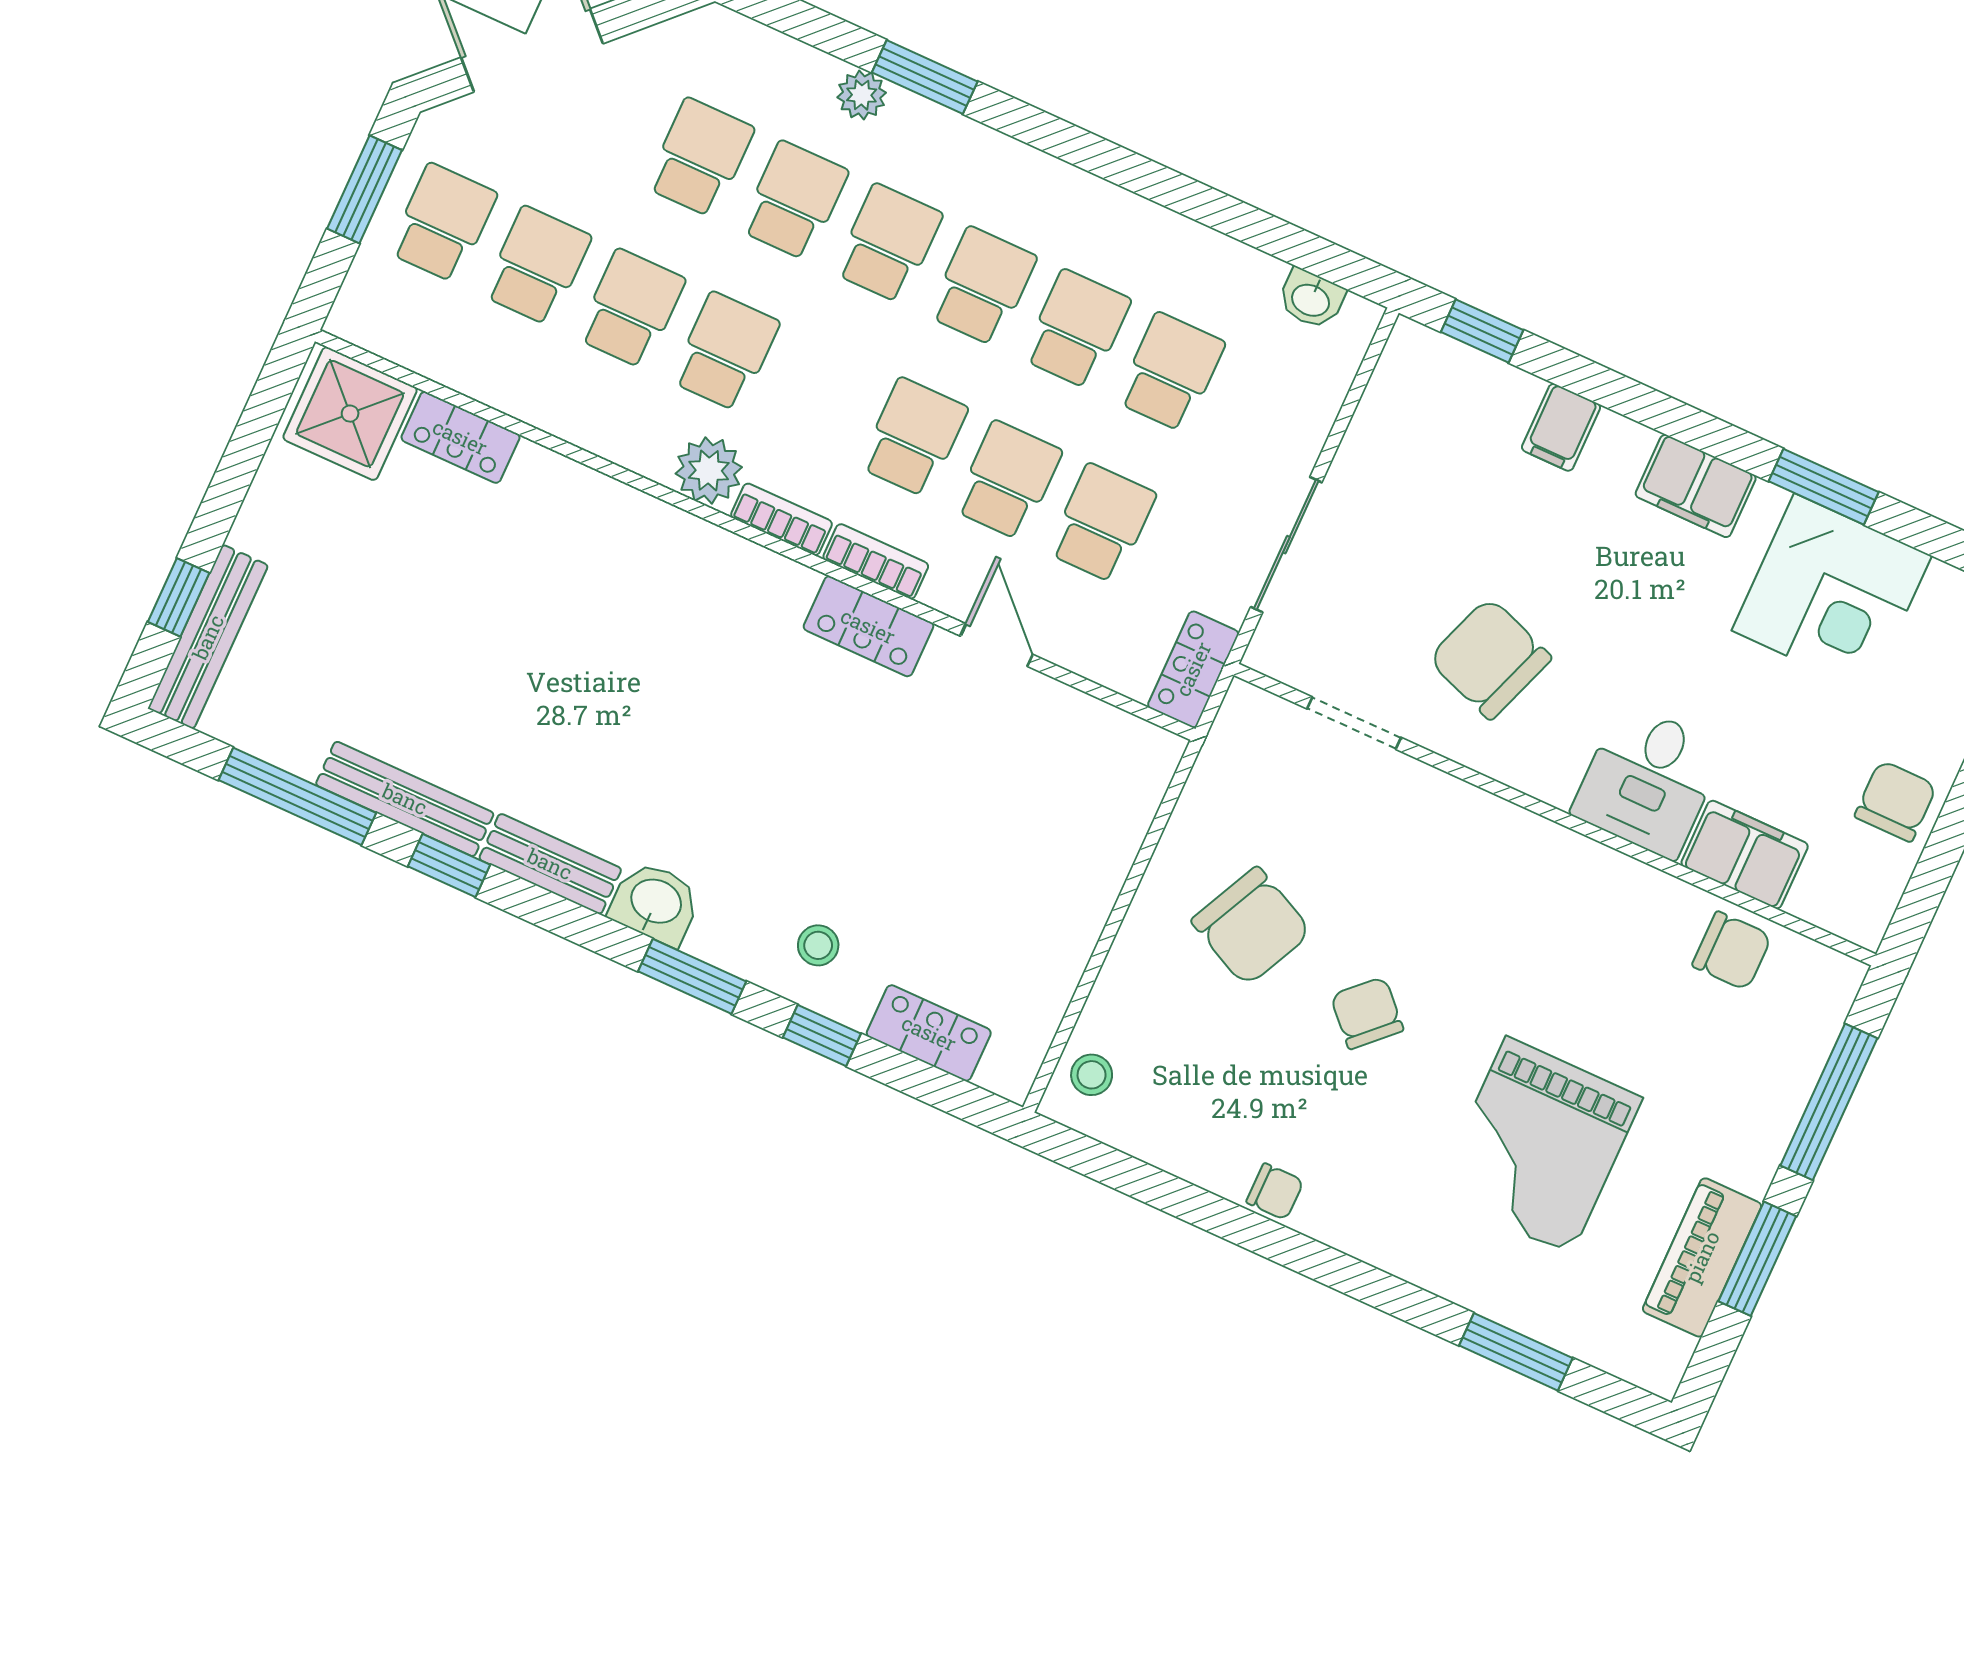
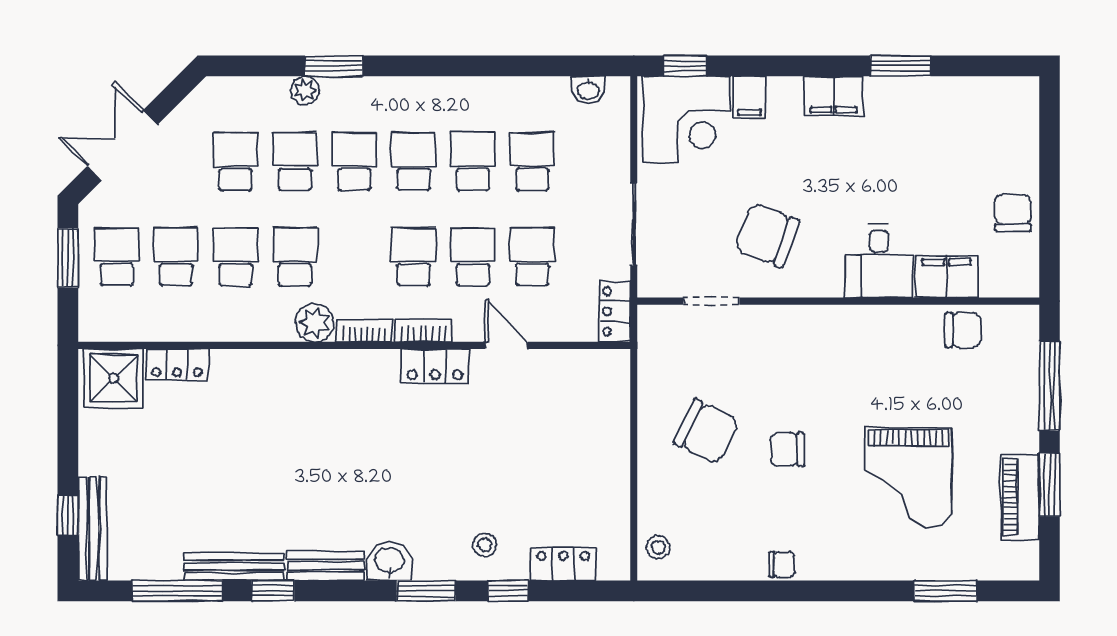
corner desk: (1832, 593) -> (687, 120), moved
chair: (1367, 1013) -> (787, 449), turned -46

